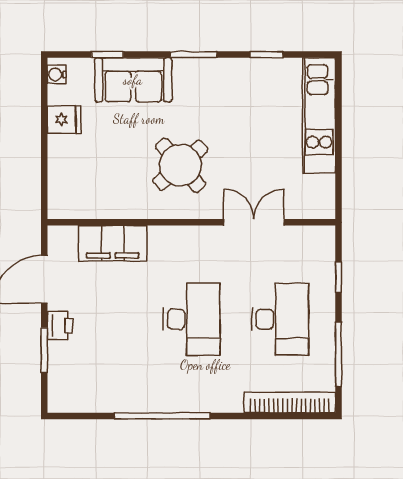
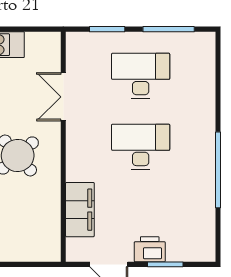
window: (339, 277) -> (107, 29), width x1.50
printer: (60, 325) -> (150, 249), width x1.36, depth x1.24
bookcase: (290, 402) -> (207, 68), removed

